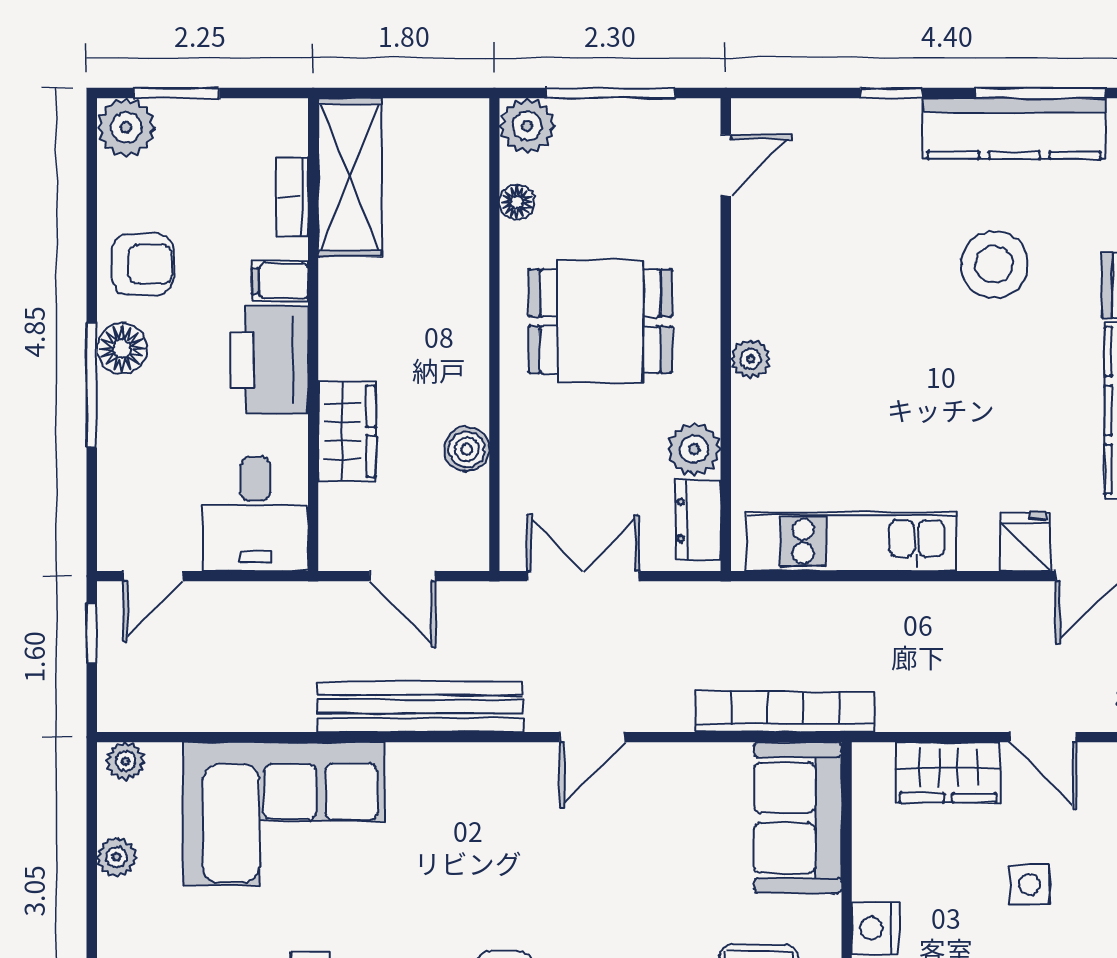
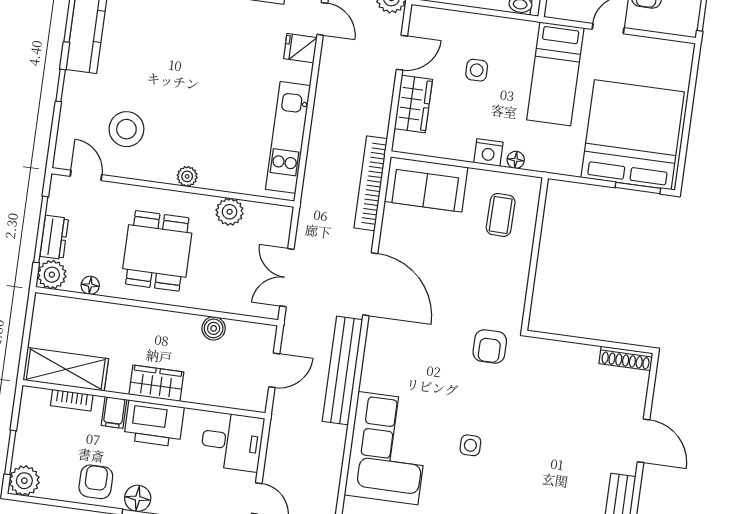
stool: (994, 265) -> (126, 129), moved
wardrobe: (347, 431) -> (156, 383), moved
dresser: (698, 520) -> (54, 237), moved, turned -90
door: (592, 737) -> (370, 284), width x1.88

